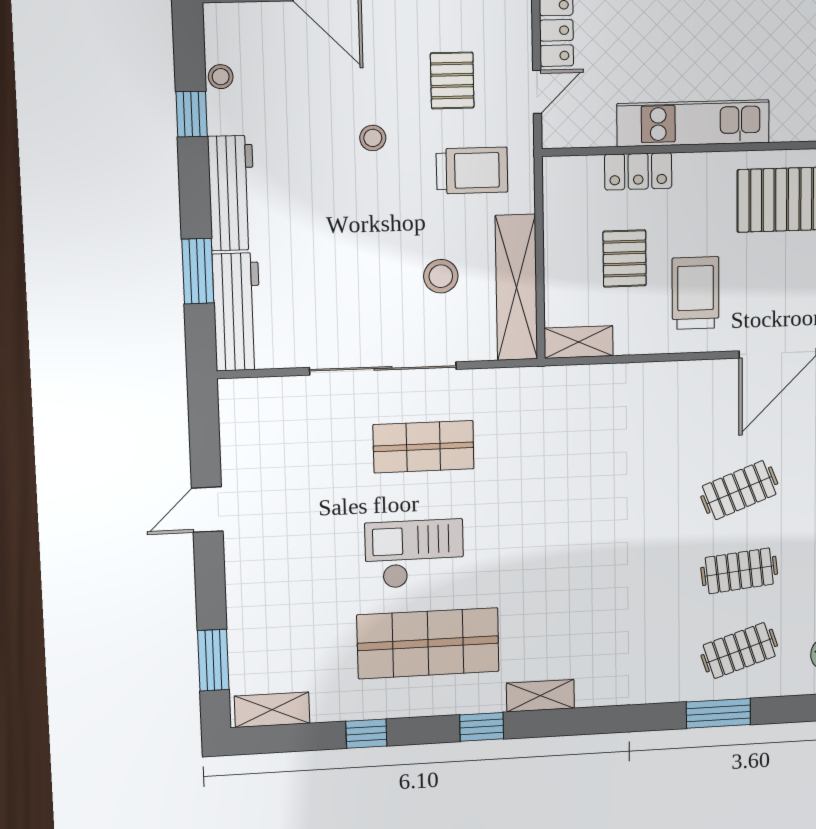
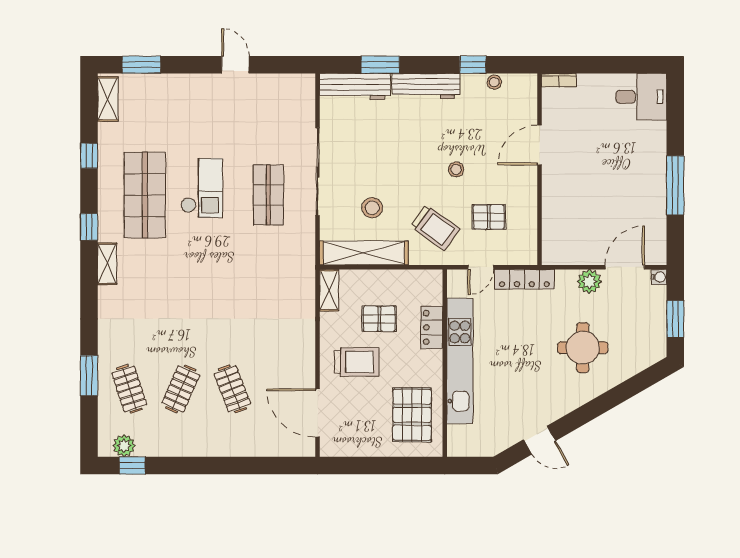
door: (537, 92) -> (481, 267), hinge flipped
kitchen unit: (693, 123) -> (460, 361), width x1.36
trolley: (472, 171) -> (435, 228), turned -54
clothes rail: (739, 571) -> (181, 389), turned 30

